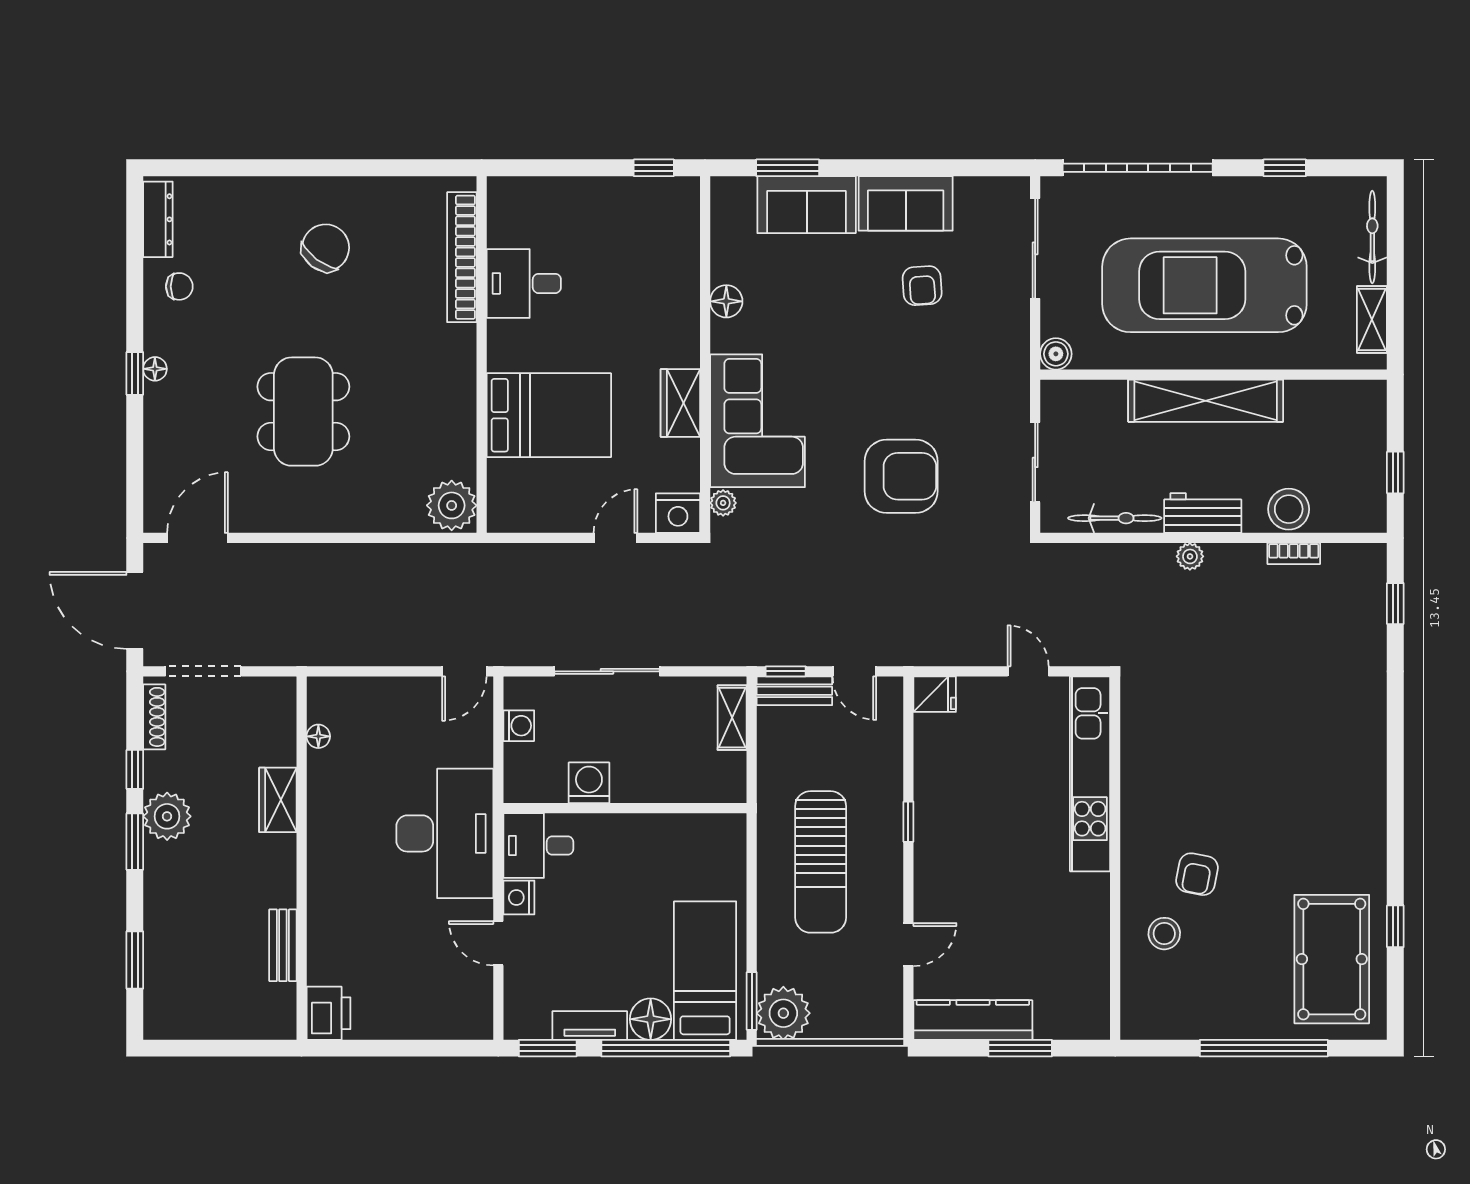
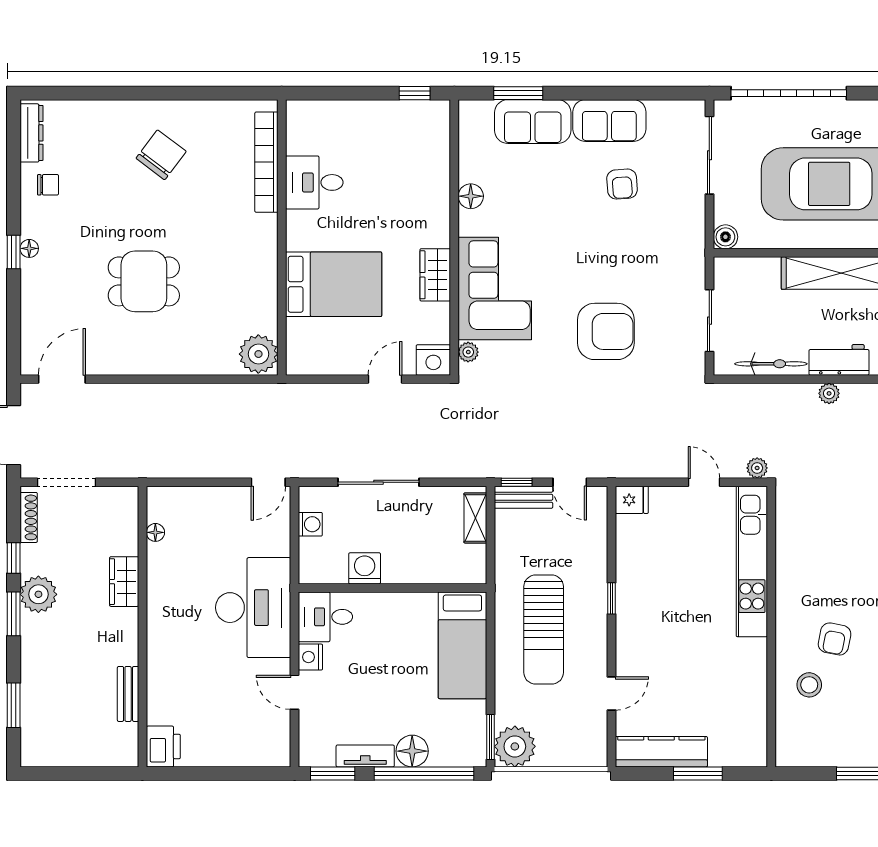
dining table: (303, 412) -> (144, 281), width x0.73
plant: (1097, 653) -> (757, 468), added
bed: (705, 971) -> (462, 645), moved, turned 180

